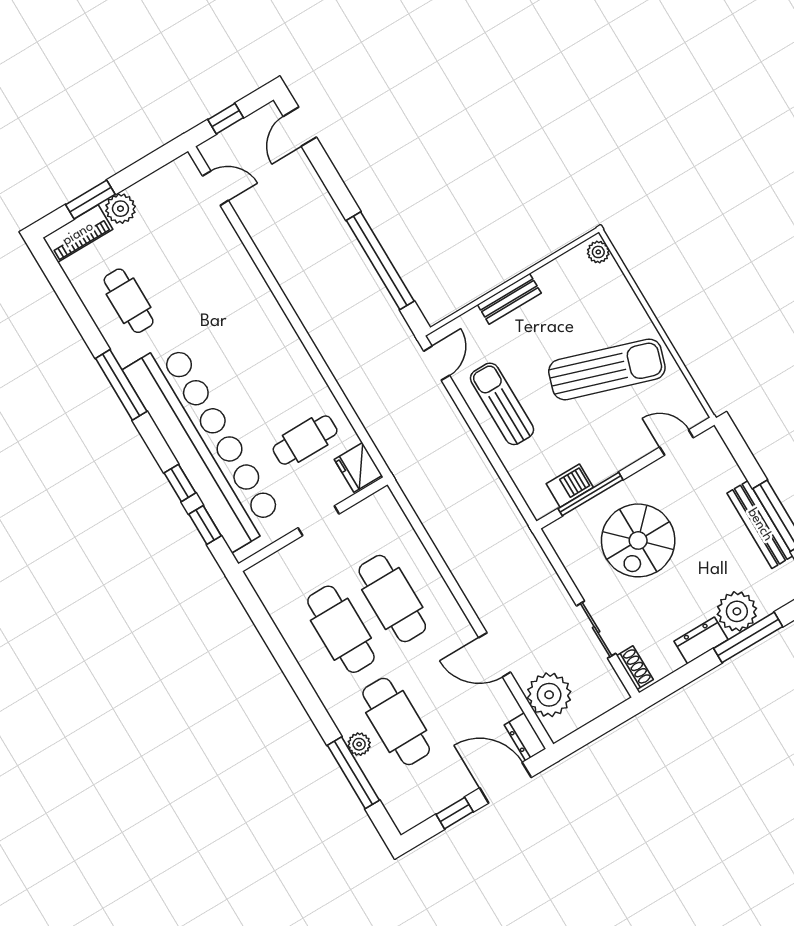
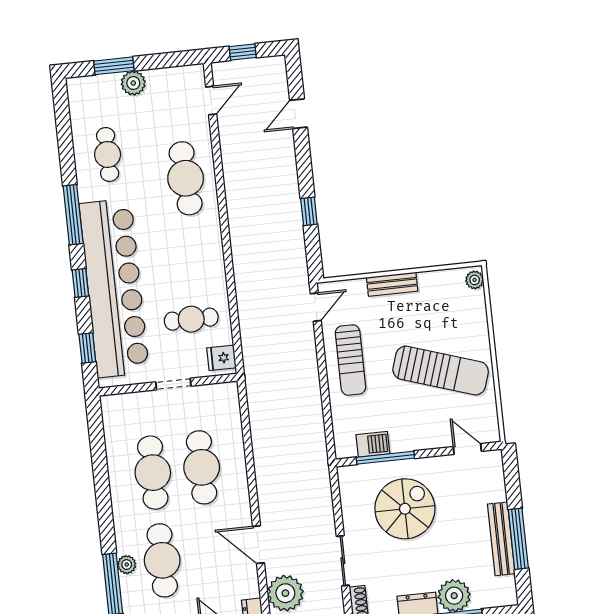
door: (300, 127) -> (299, 114), moved
door: (215, 188) -> (211, 100), hinge flipped
piano: (78, 234) -> (93, 87), removed
window: (380, 261) -> (309, 211), width x0.32
cafe table: (227, 287) -> (186, 178), added
sun lounger: (502, 404) -> (350, 360), turned 180
fridge: (358, 467) -> (221, 358), width x0.72
window: (180, 483) -> (80, 283), moved
spiral stairs: (638, 540) -> (405, 509), turned 180

